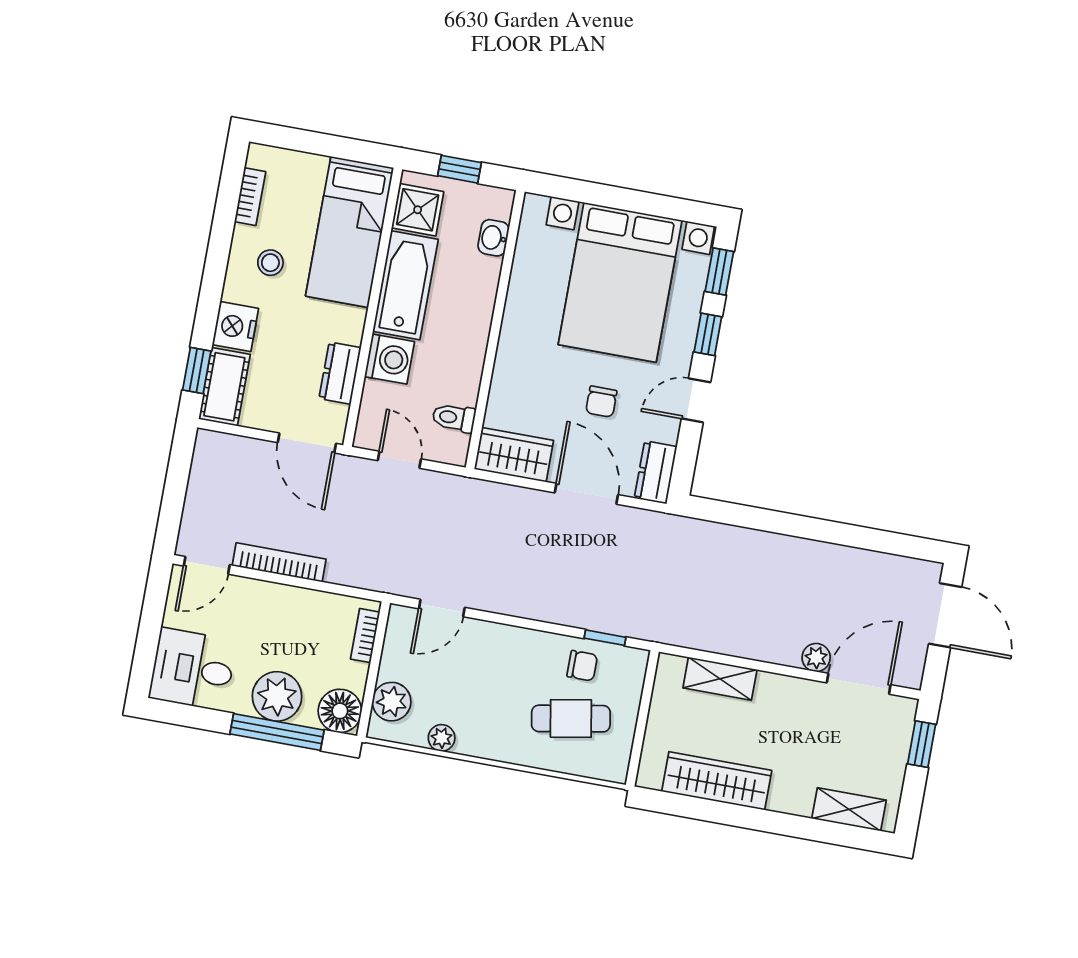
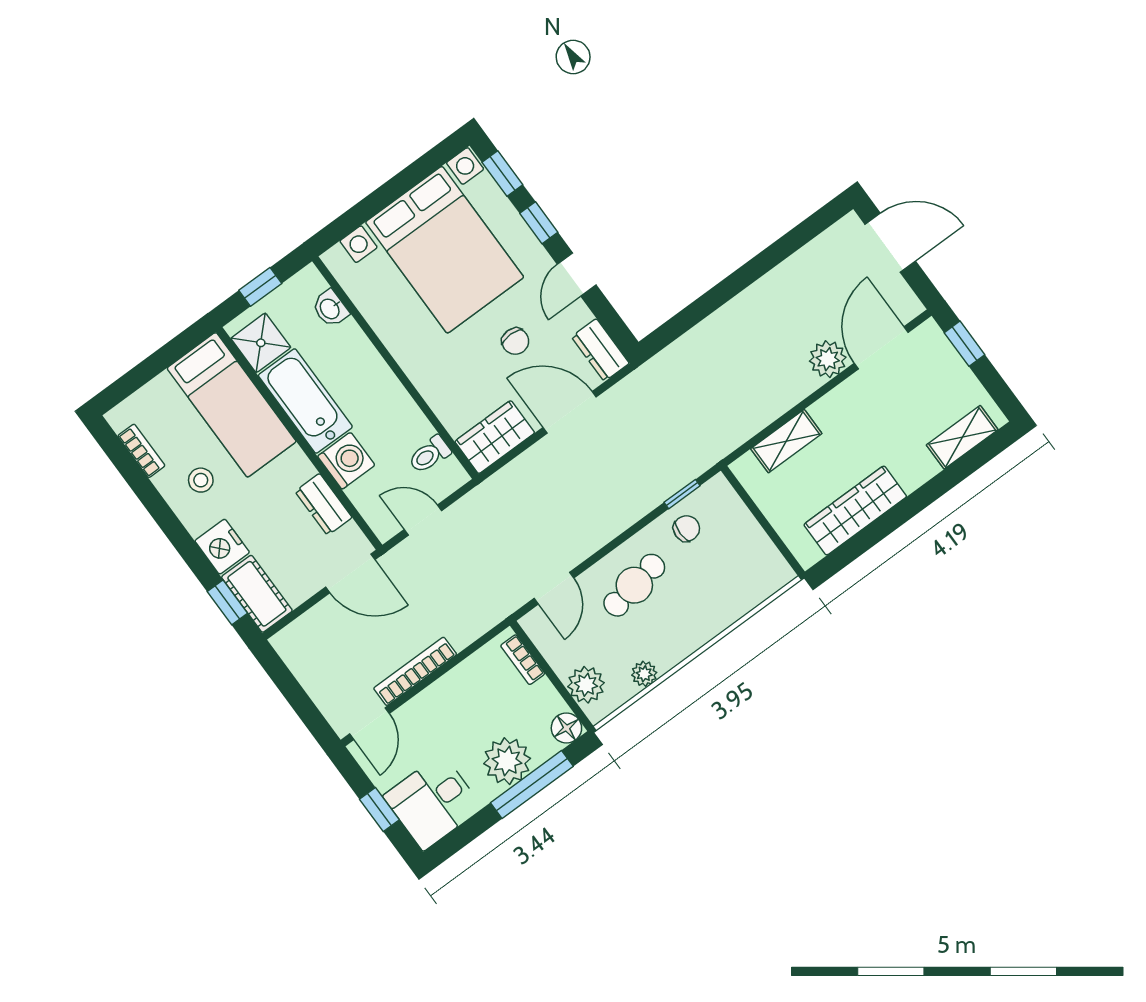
window: (149, 634) -> (379, 809), added
plant: (816, 658) -> (828, 359), width x1.38, depth x1.38
floor lamp: (340, 711) -> (566, 728), width x0.73, depth x0.73
cafe table: (571, 719) -> (634, 585), moved

